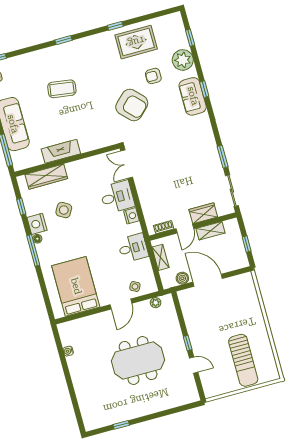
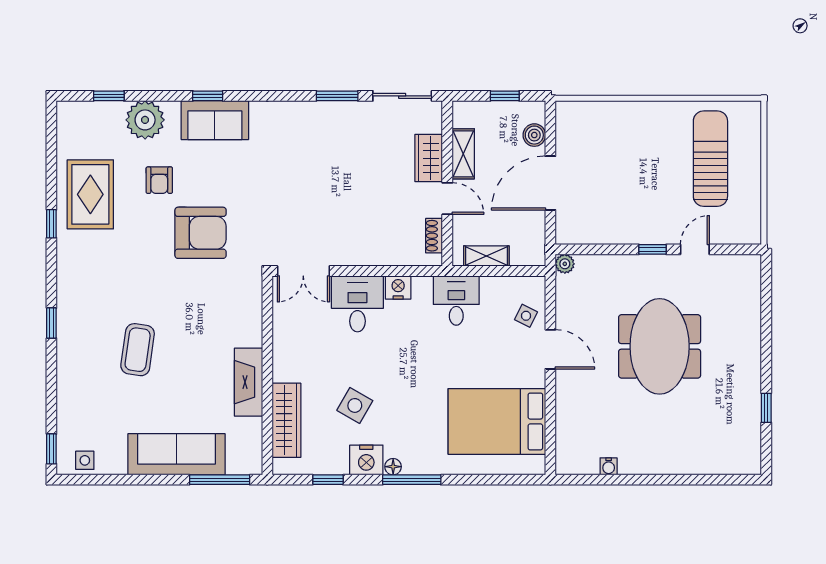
armchair: (132, 105) -> (201, 233), turned 44
boiler: (182, 278) -> (534, 135), moved
plant: (156, 303) -> (565, 264), moved
sun lounger: (243, 360) -> (710, 159), turned -90

